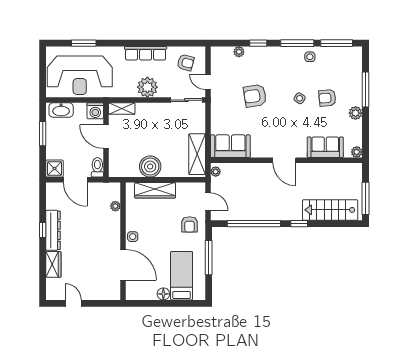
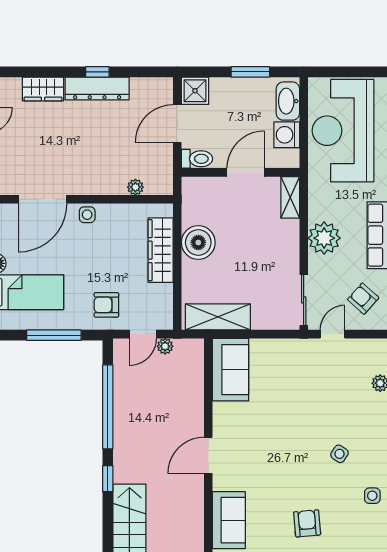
armchair: (186, 63) -> (363, 299), turned 117
armchair: (255, 96) -> (310, 409), removed
side table: (300, 98) -> (340, 454), moved
washing machine: (95, 111) -> (287, 135), moved
plant: (216, 172) -> (165, 346), moved

